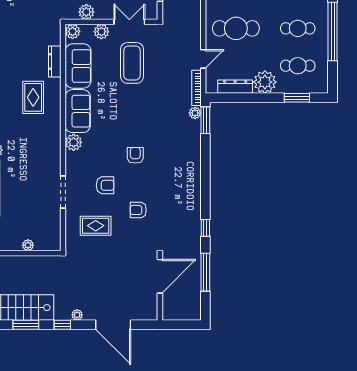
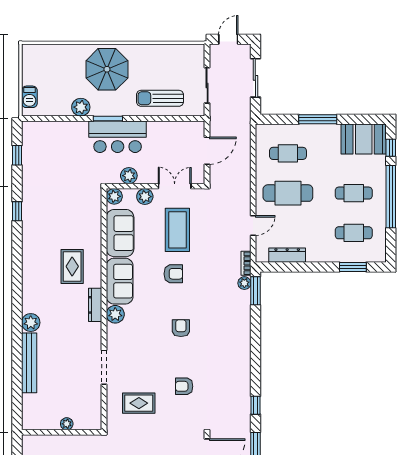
dresser: (55, 62) -> (95, 305), moved
plant: (265, 82) -> (319, 250), removed
bookcase: (196, 88) -> (246, 263), width x0.64
armchair: (105, 185) -> (173, 274), moved

